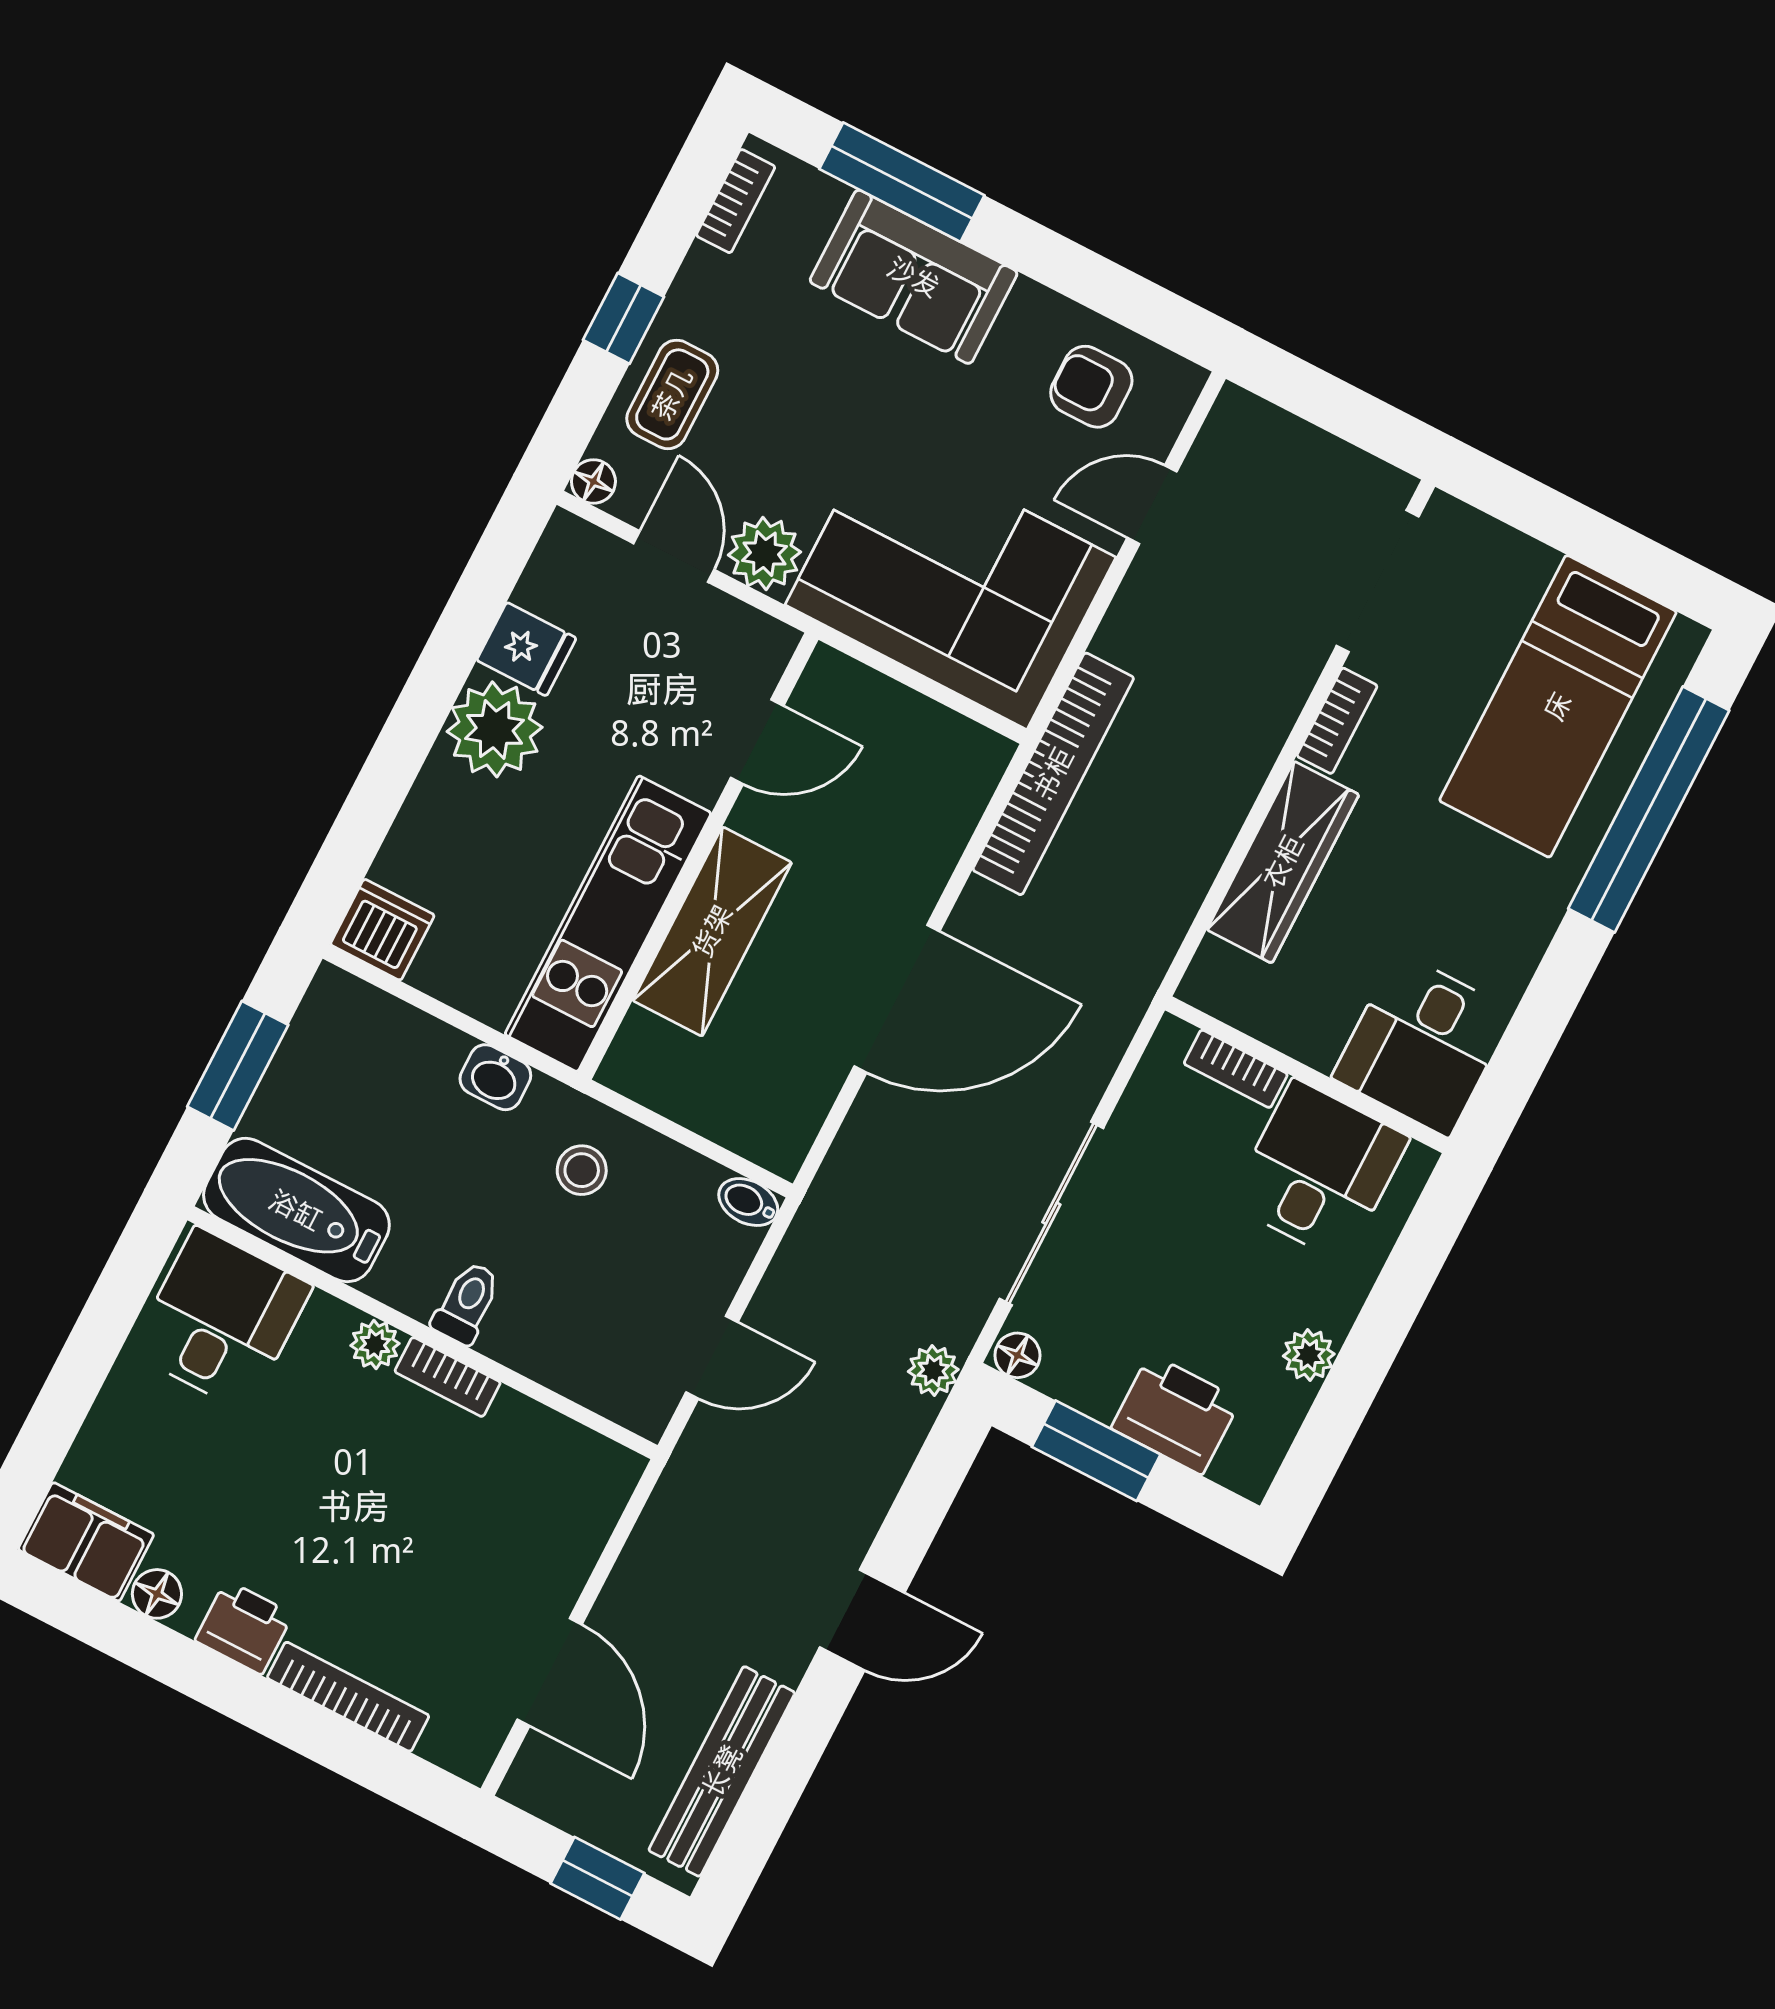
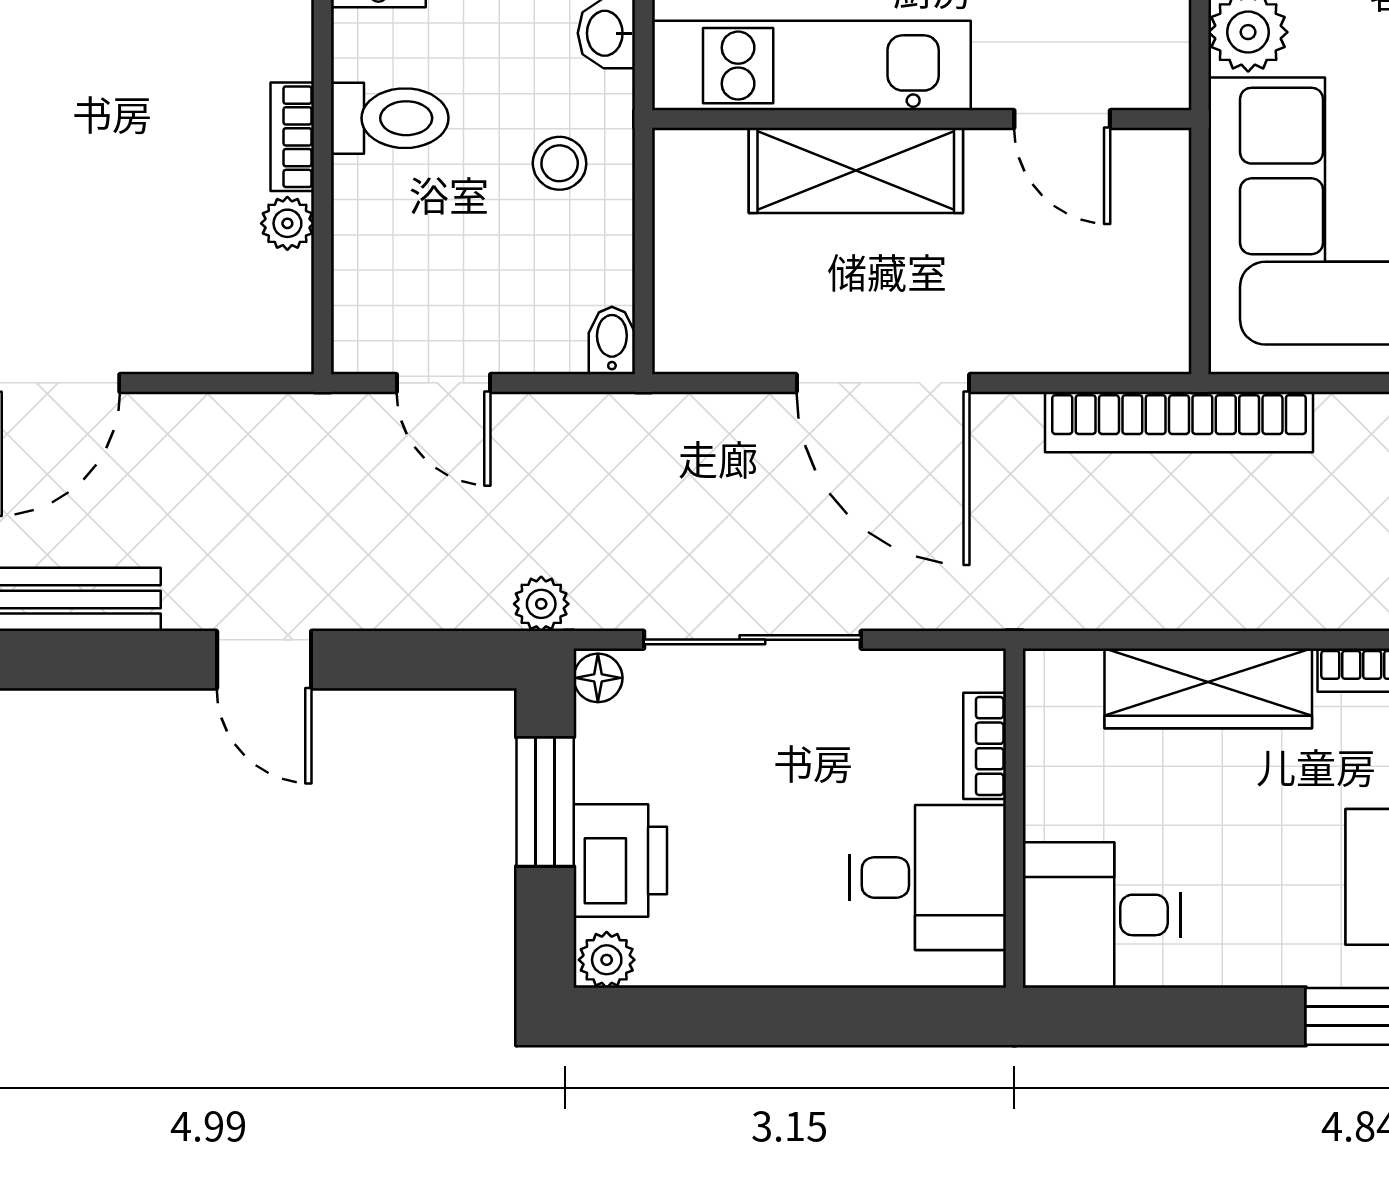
toilet: (467, 1303) -> (390, 118), width x1.37, depth x1.39
plant: (375, 1344) -> (287, 223), moved
plant: (1309, 1355) -> (607, 960), moved

